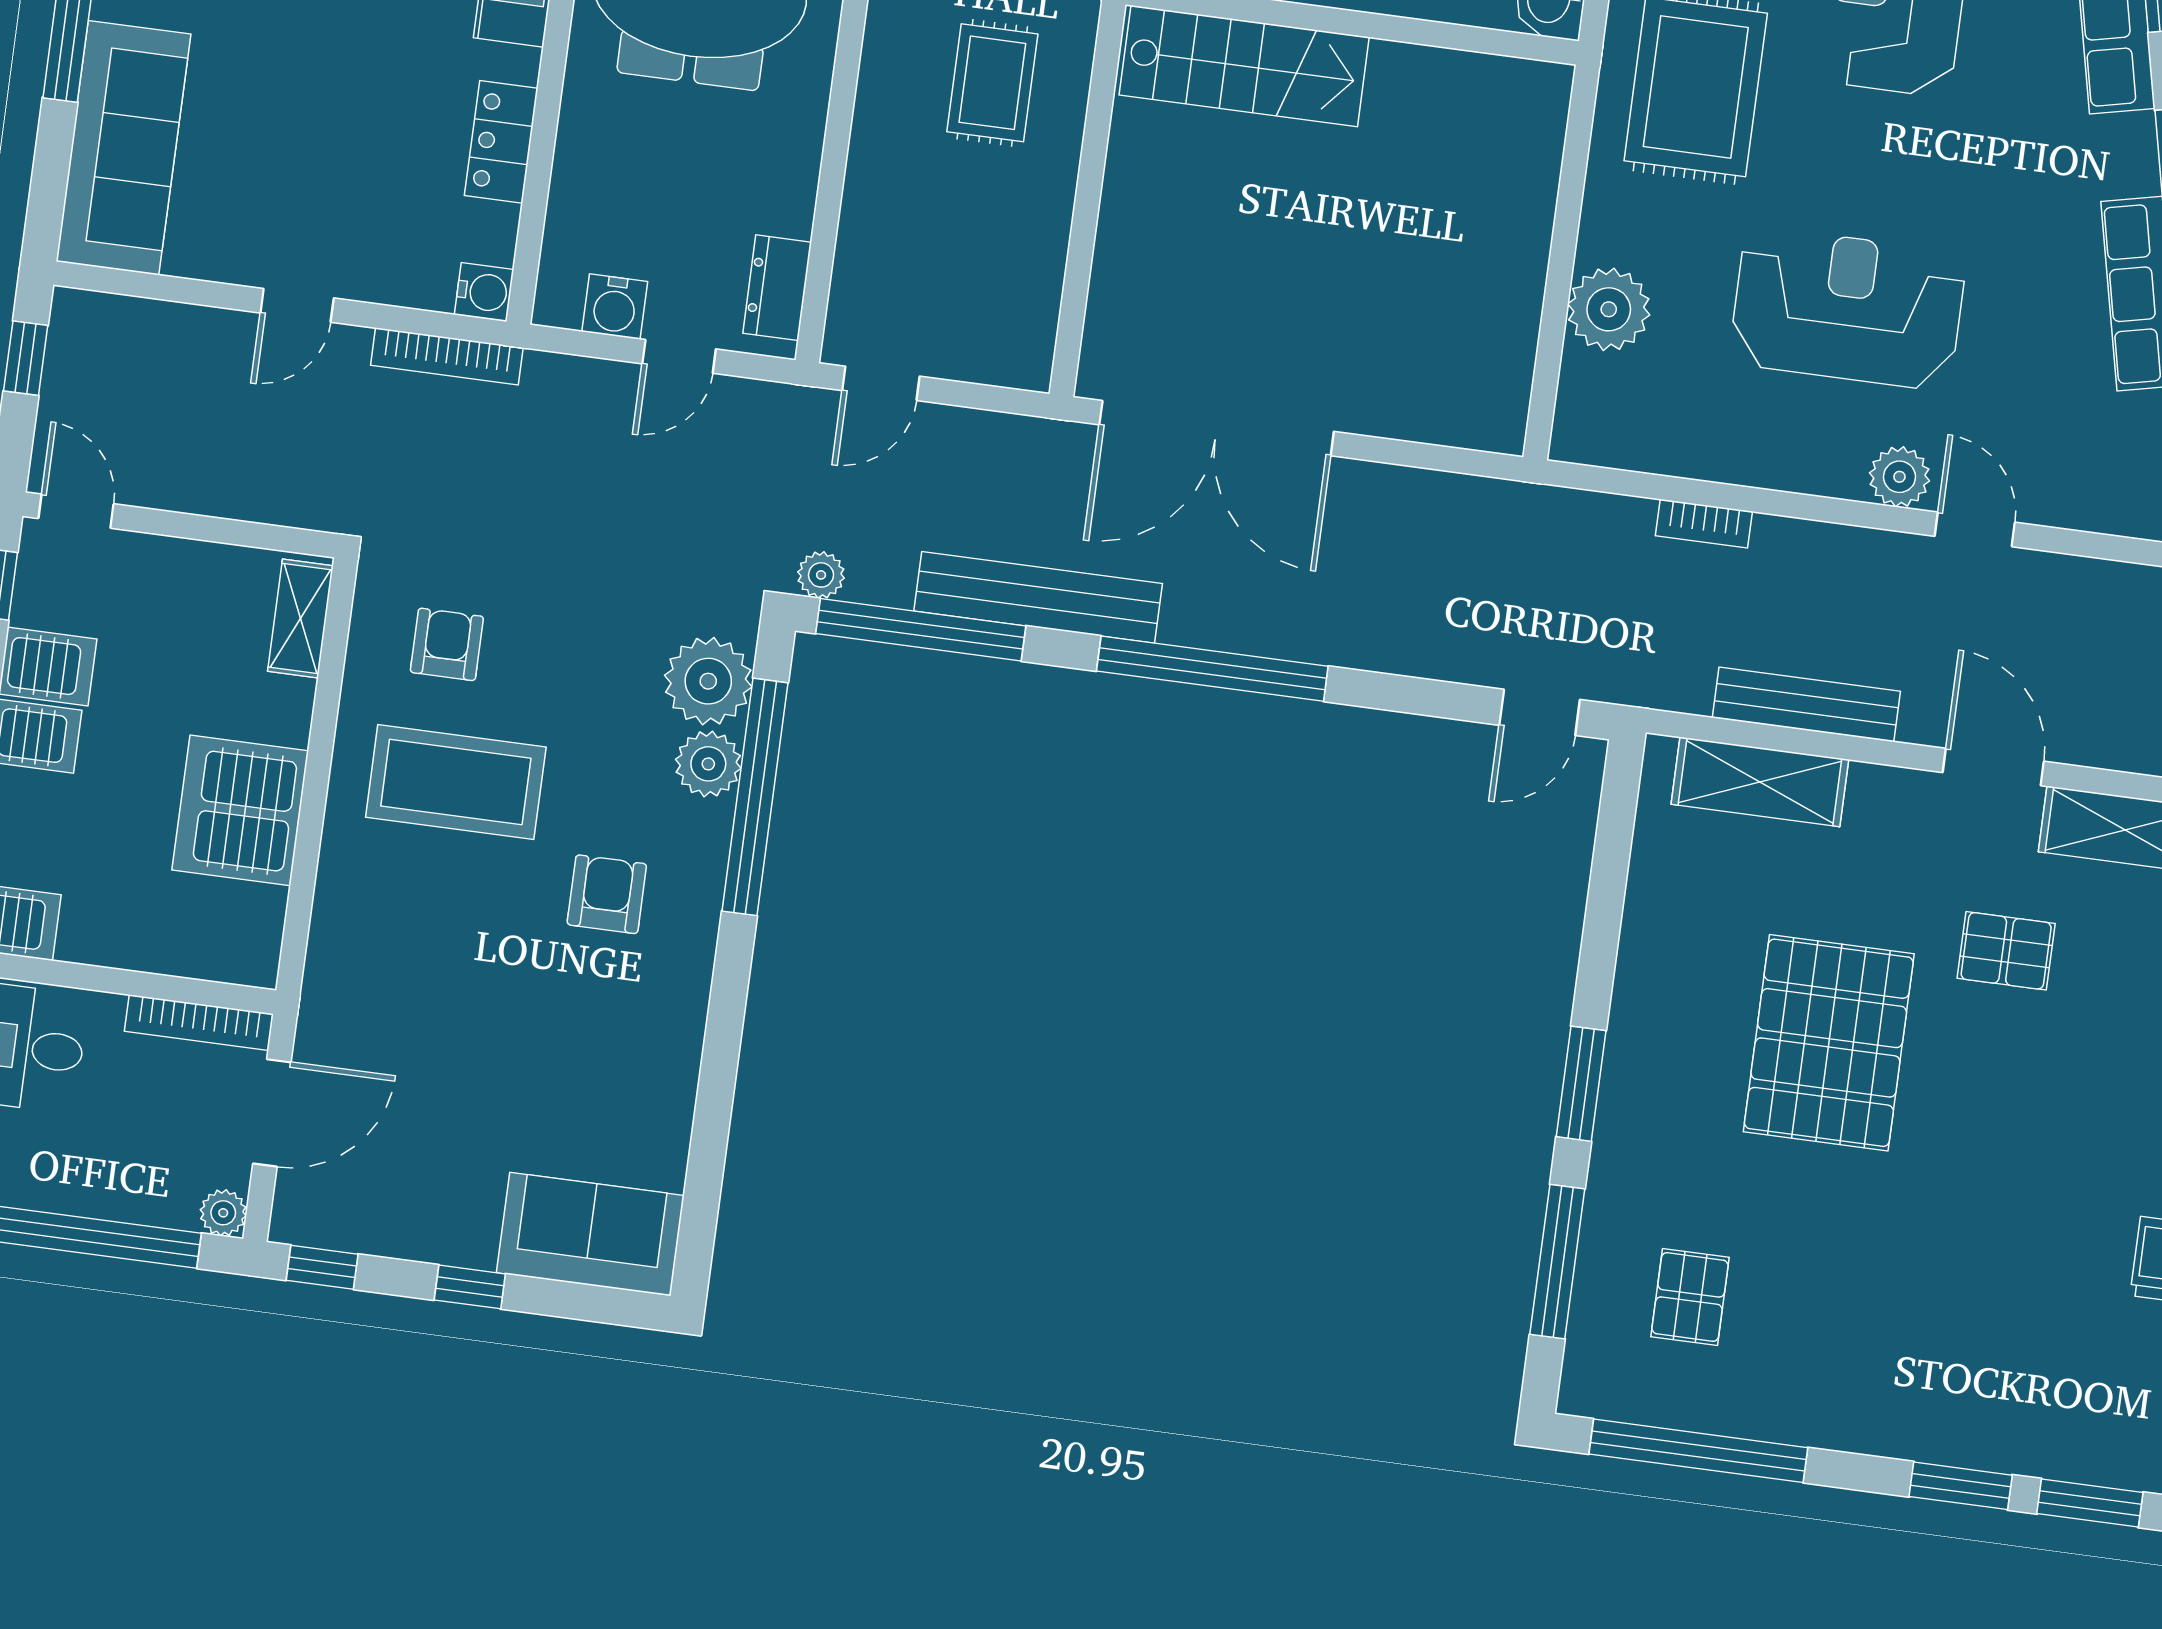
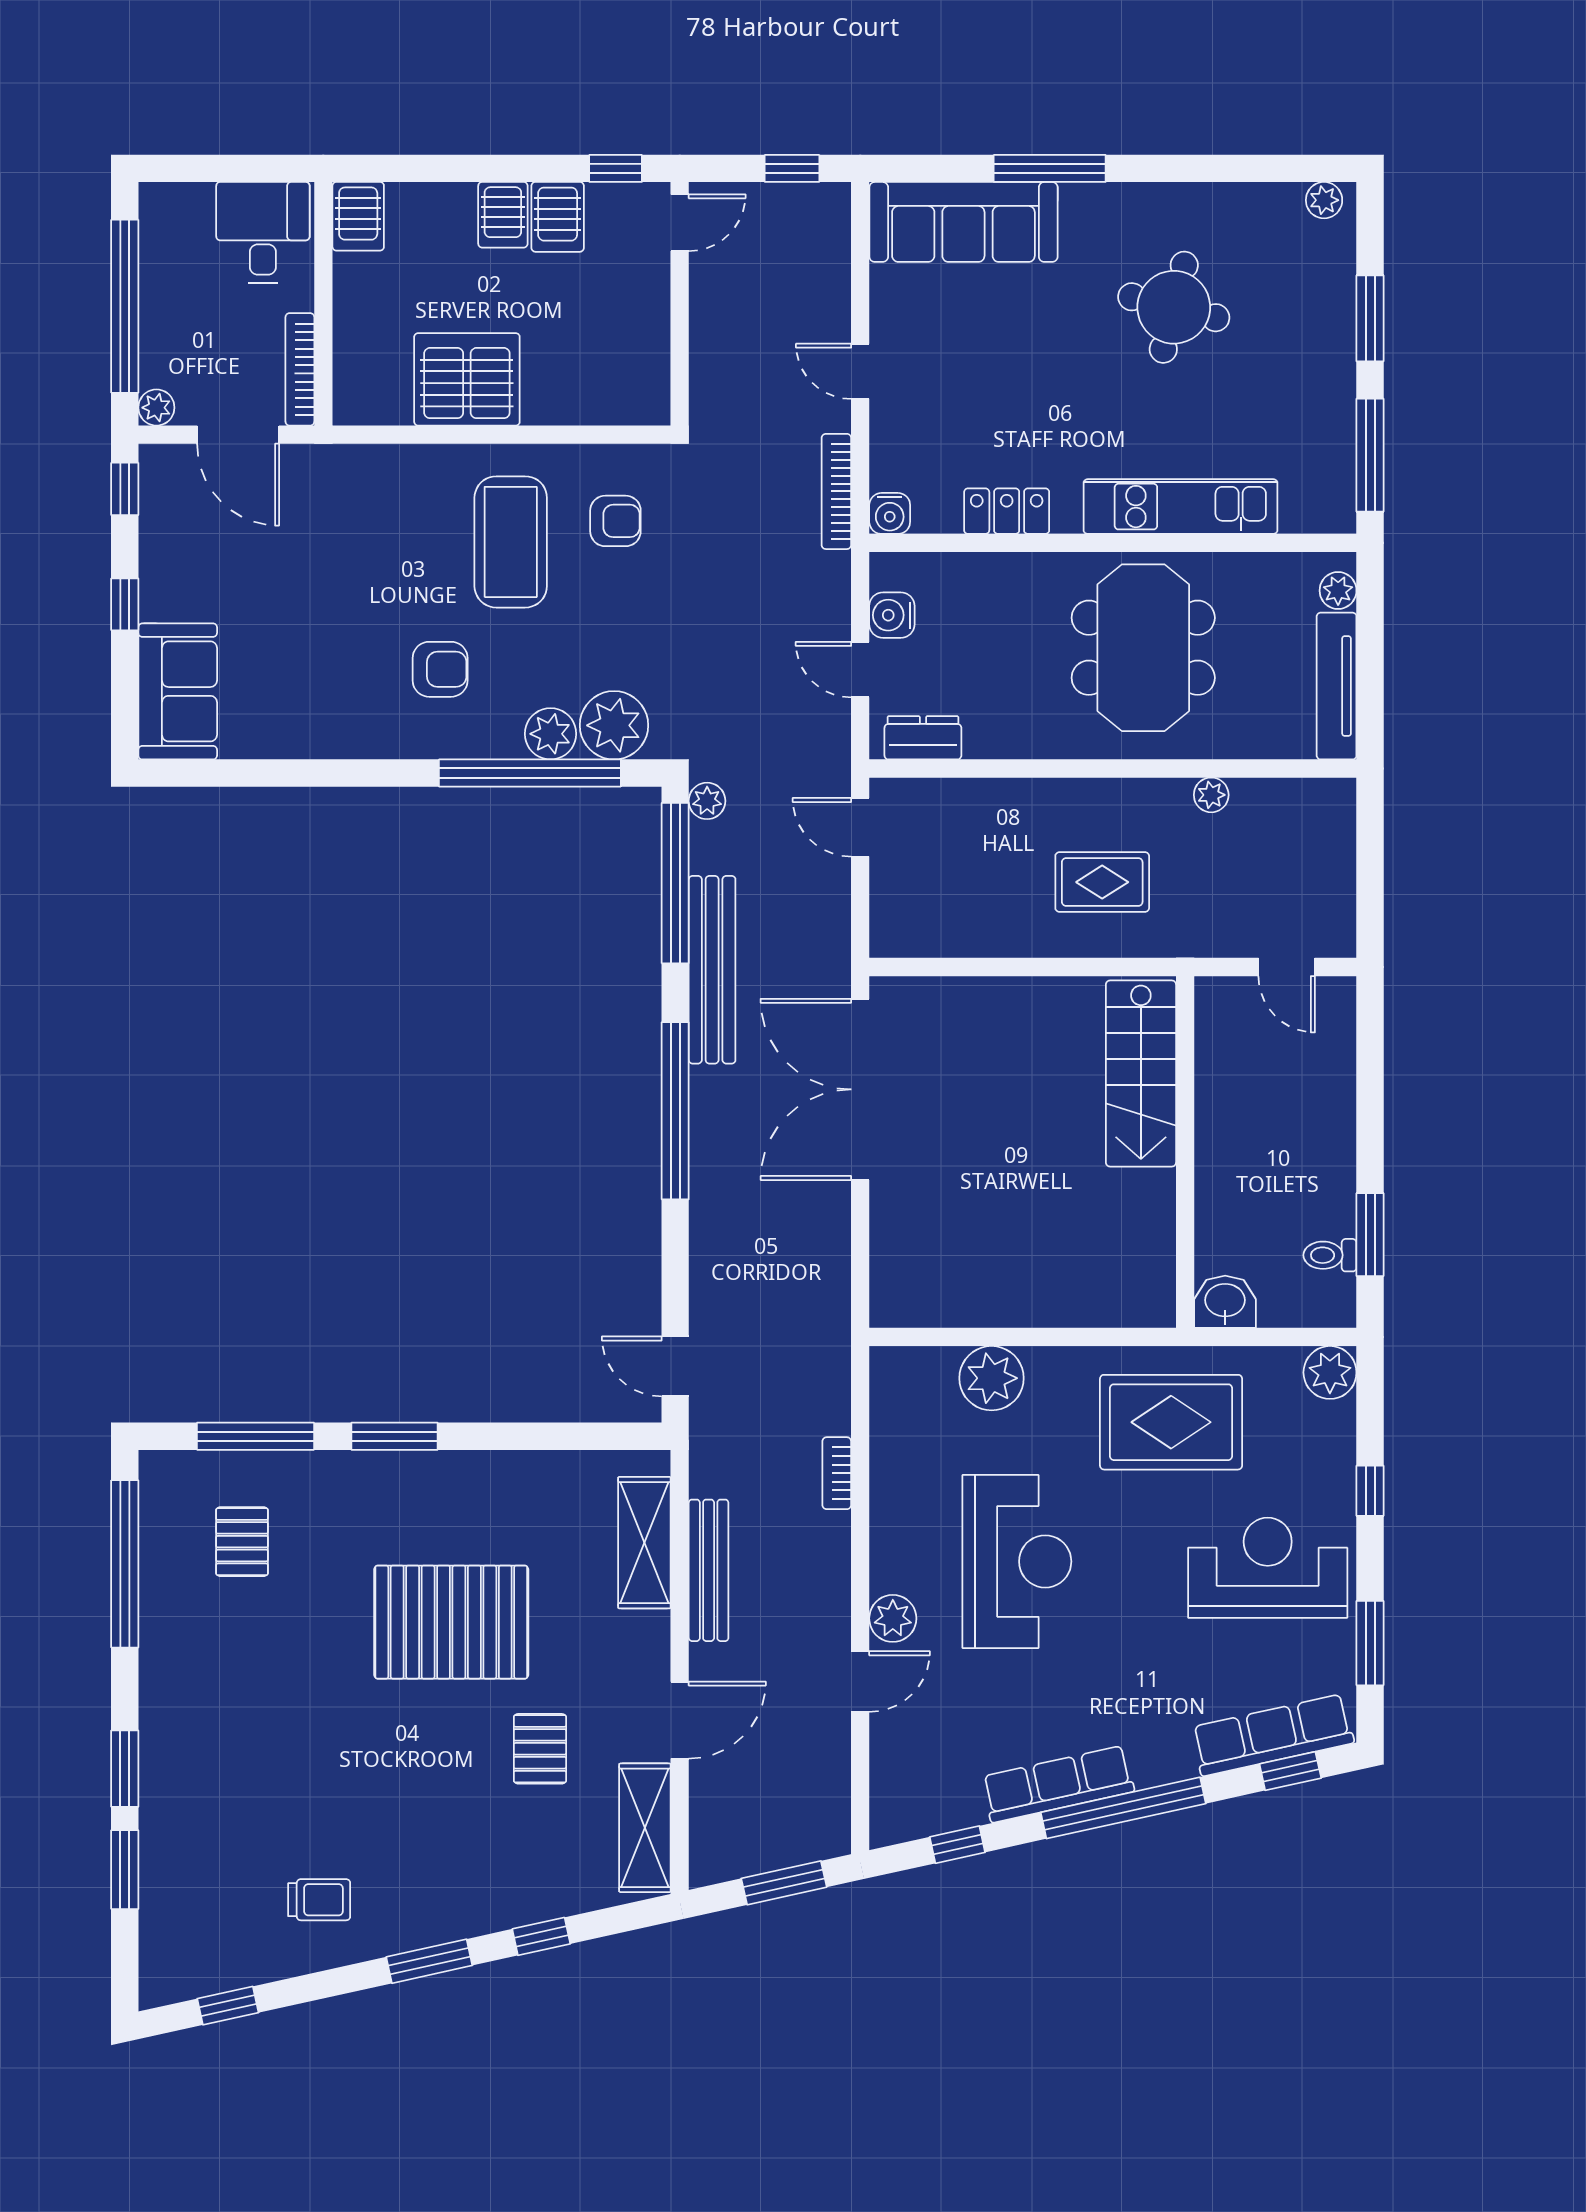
shelving: (300, 618) -> (620, 406), removed
pallet: (1690, 1297) -> (242, 1542), turned 90

